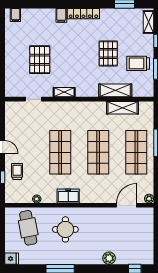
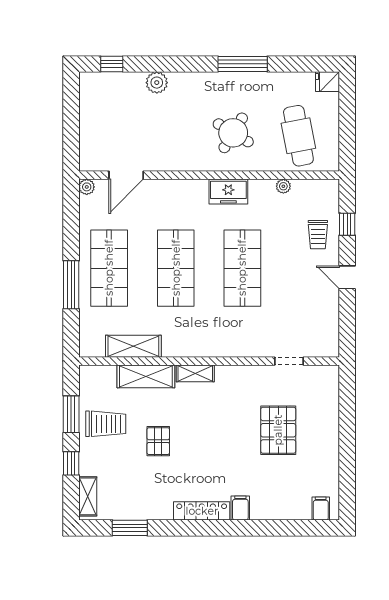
pallet: (108, 54) -> (158, 441), width x0.67, depth x0.71
shelving: (64, 92) -> (195, 373), moved
round table: (65, 229) -> (233, 133), turned 31

